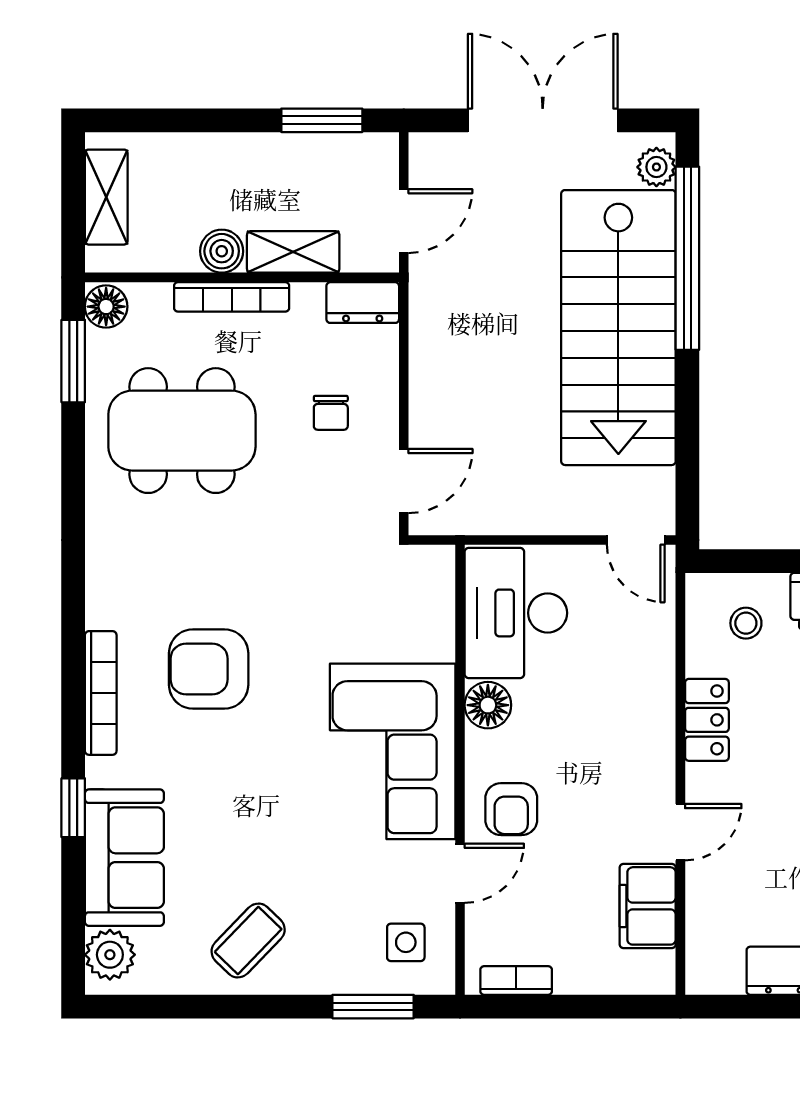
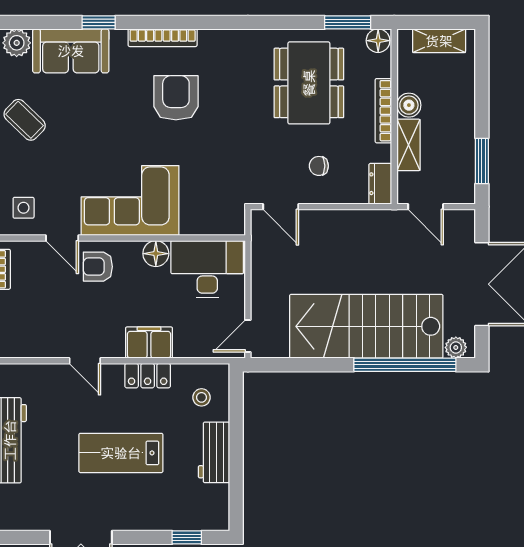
filing cabinet: (648, 906) -> (149, 343), moved

